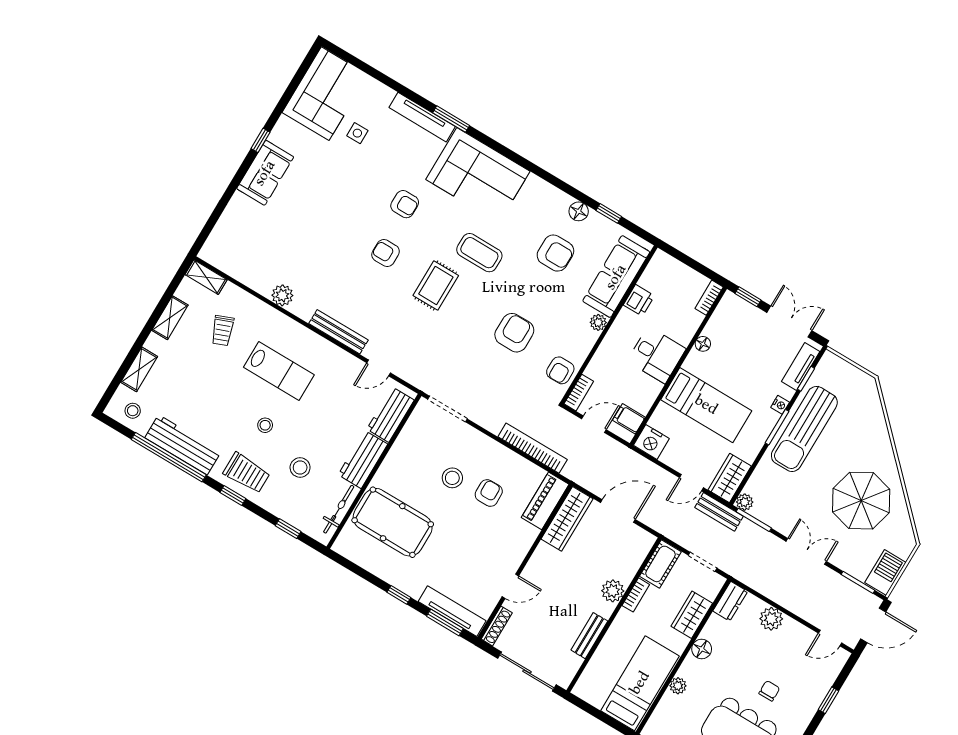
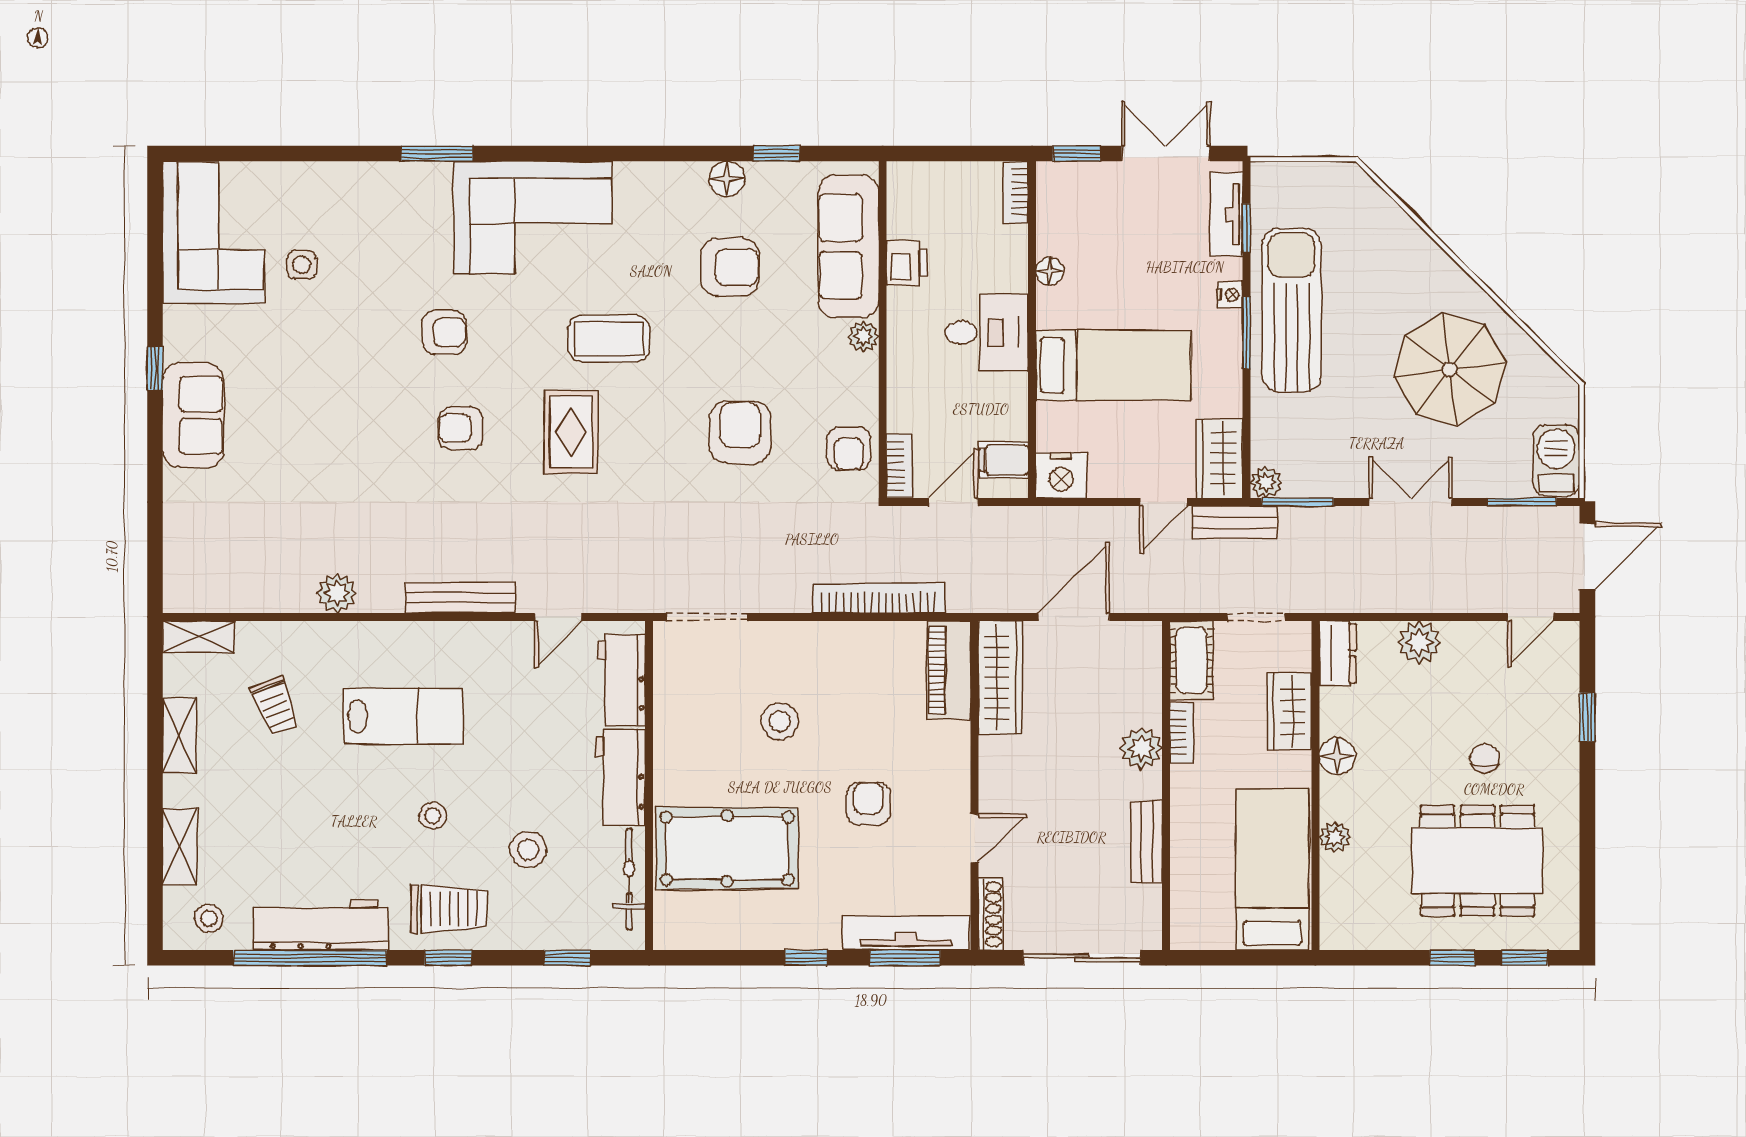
tv unit: (422, 117) -> (389, 178), removed
sun lounger: (804, 429) -> (1292, 310), turned 180
armchair: (489, 493) -> (869, 804), moved

